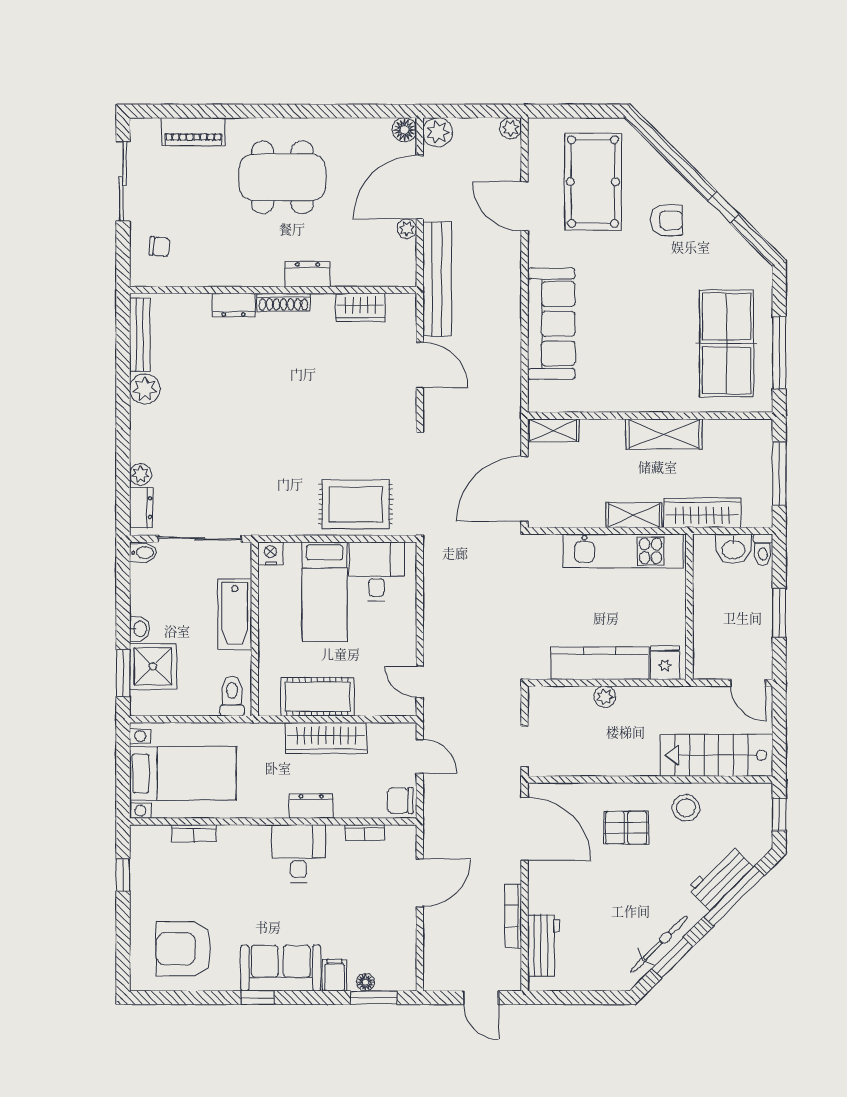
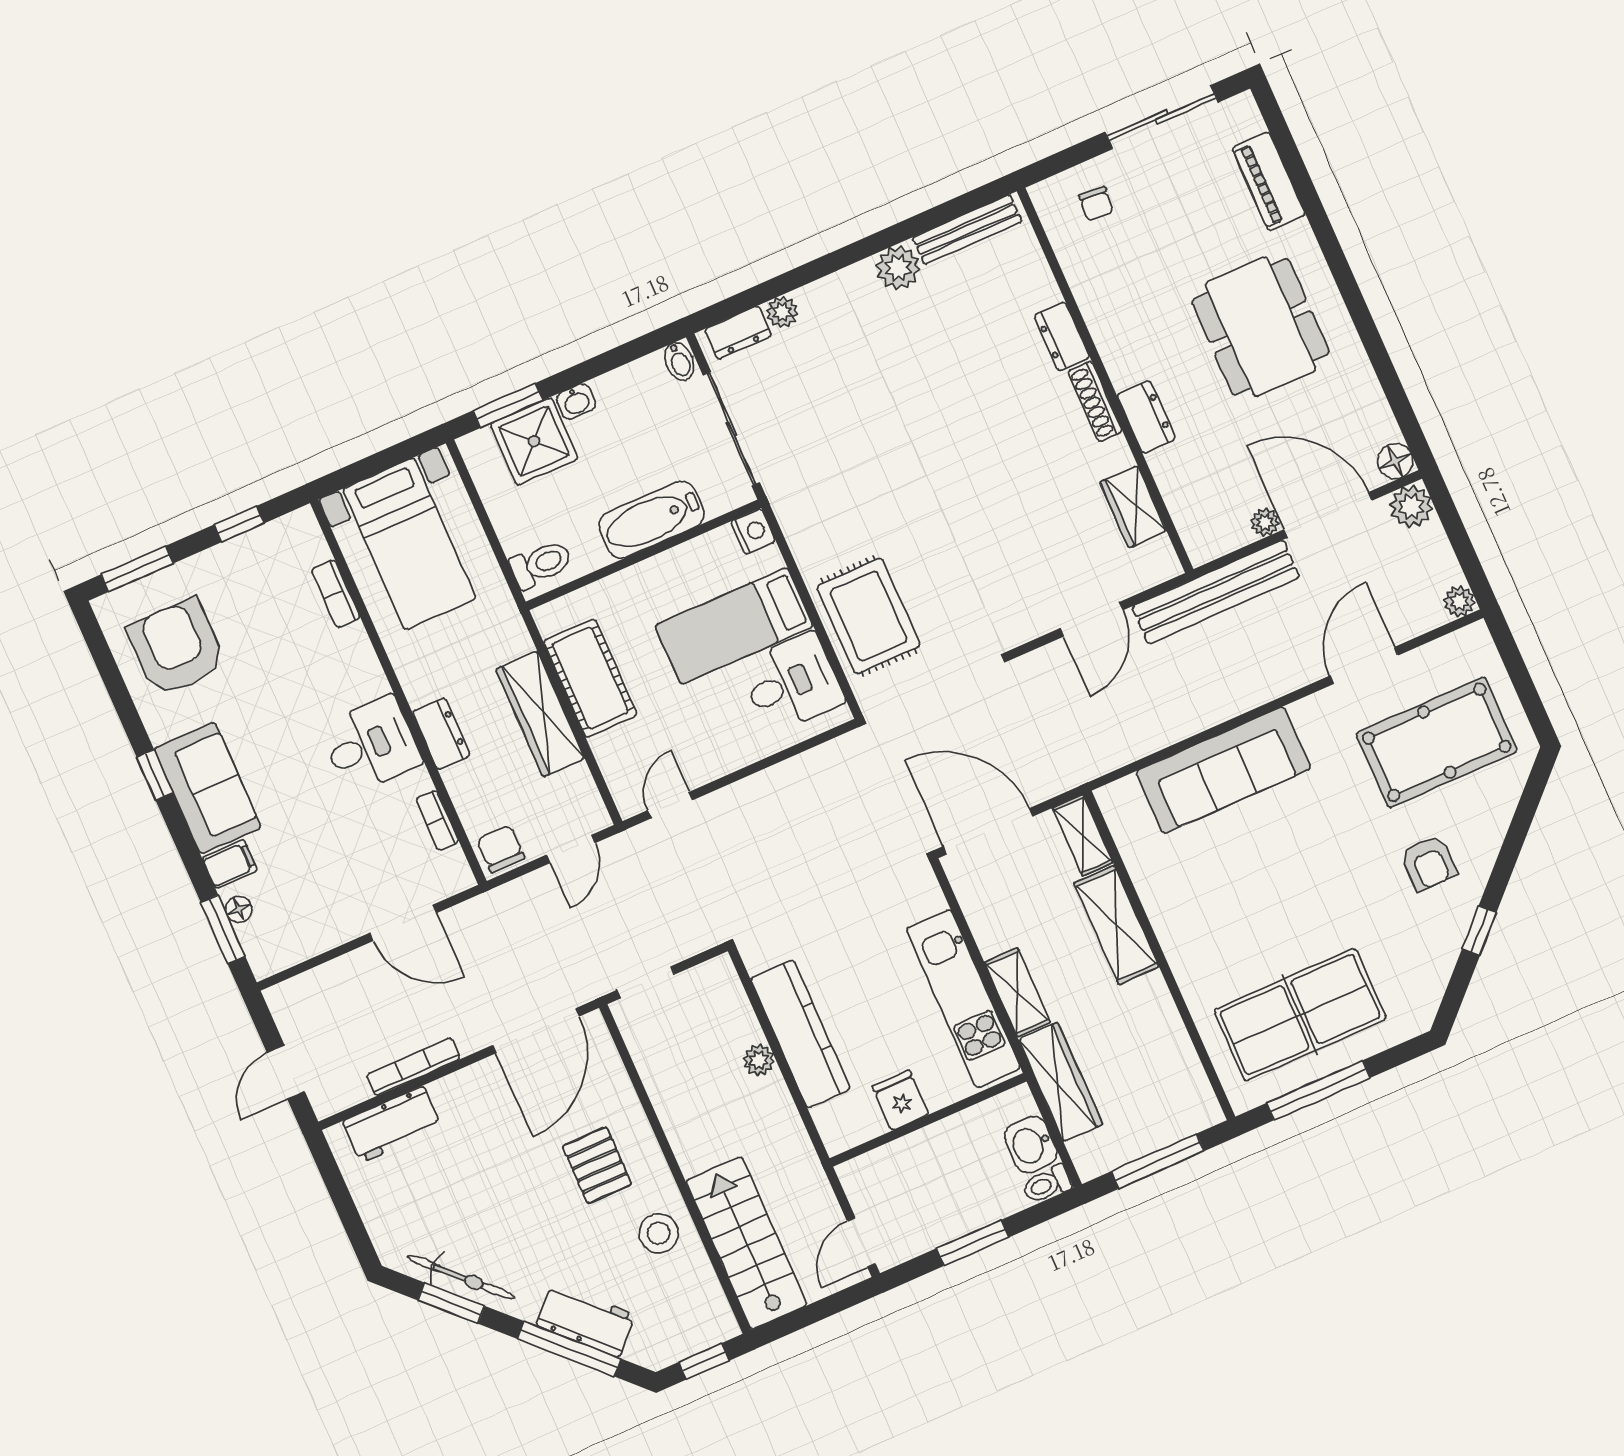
shelving: (664, 434) -> (1116, 925), moved
fridge: (665, 663) -> (900, 1100), moved, turned -90
window: (123, 952) -> (137, 569), added

